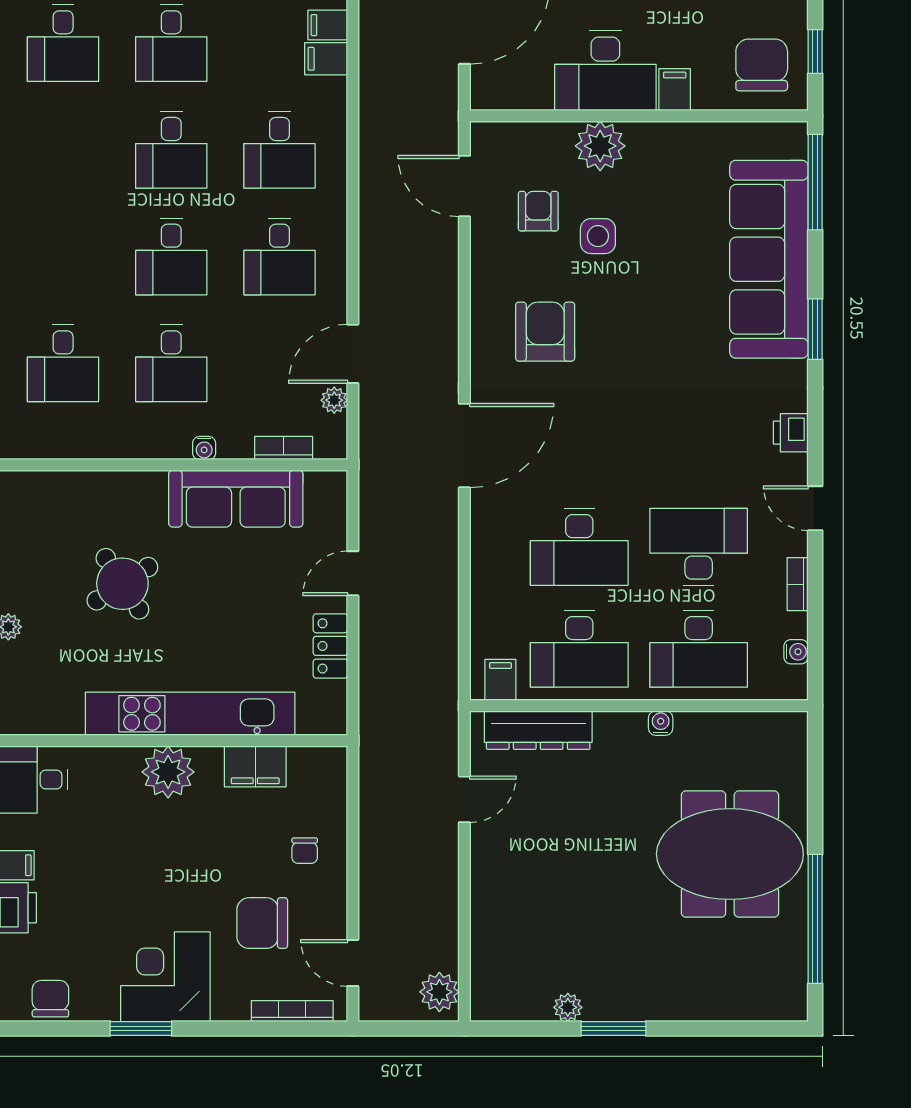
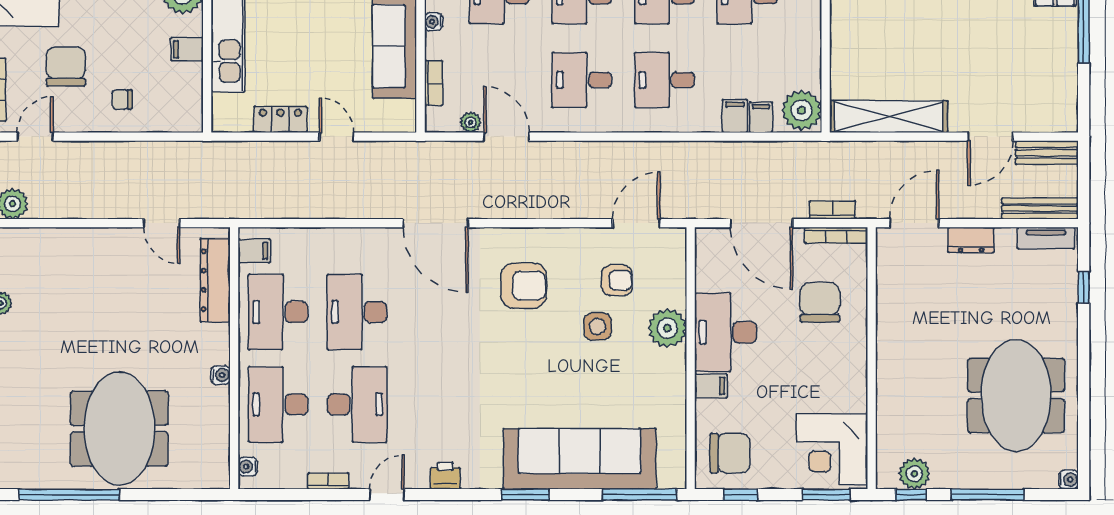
water cooler: (796, 652) -> (248, 467), moved, turned 90
filing cabinet: (255, 766) -> (187, 49), width x0.50

